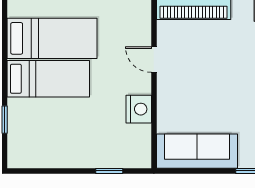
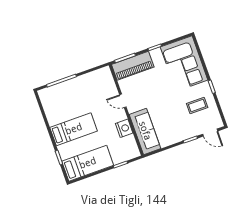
bed: (52, 38) -> (88, 163), moved
sofa: (197, 151) -> (145, 131), moved, turned 90

